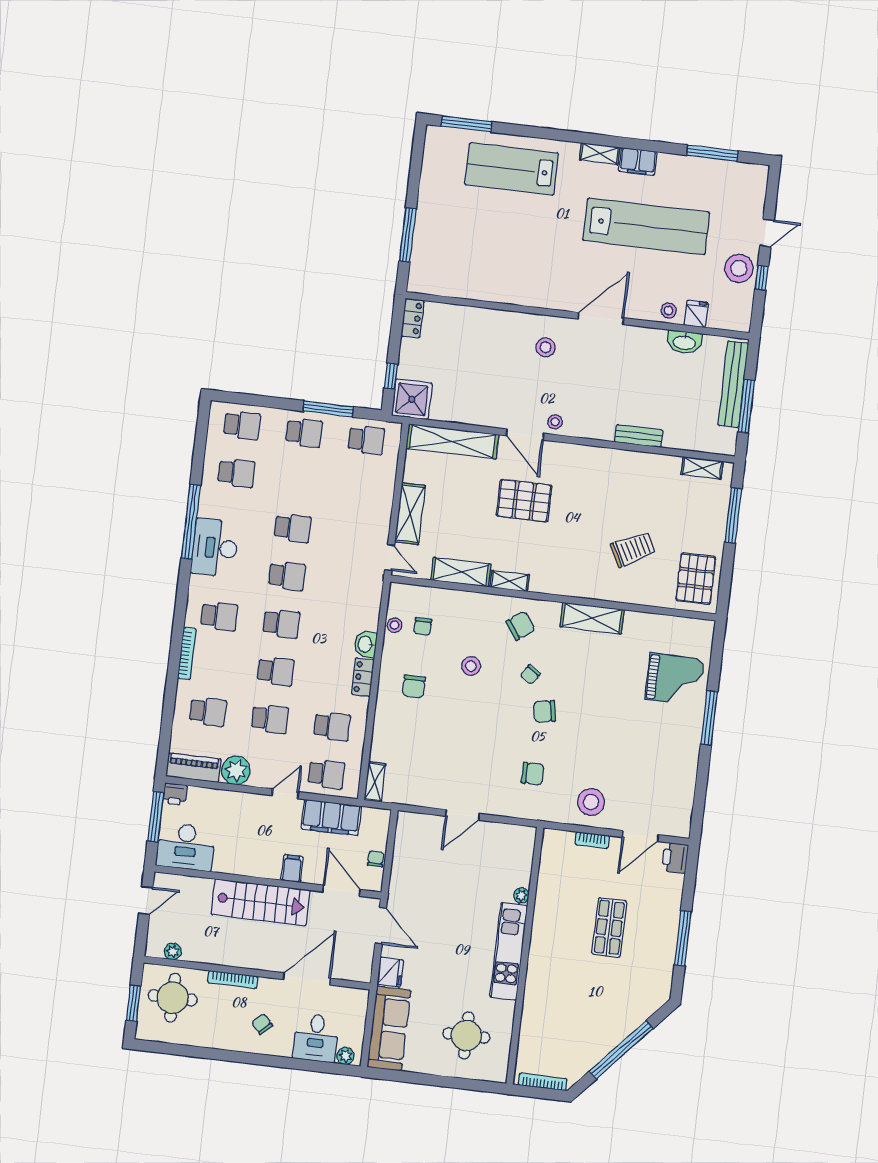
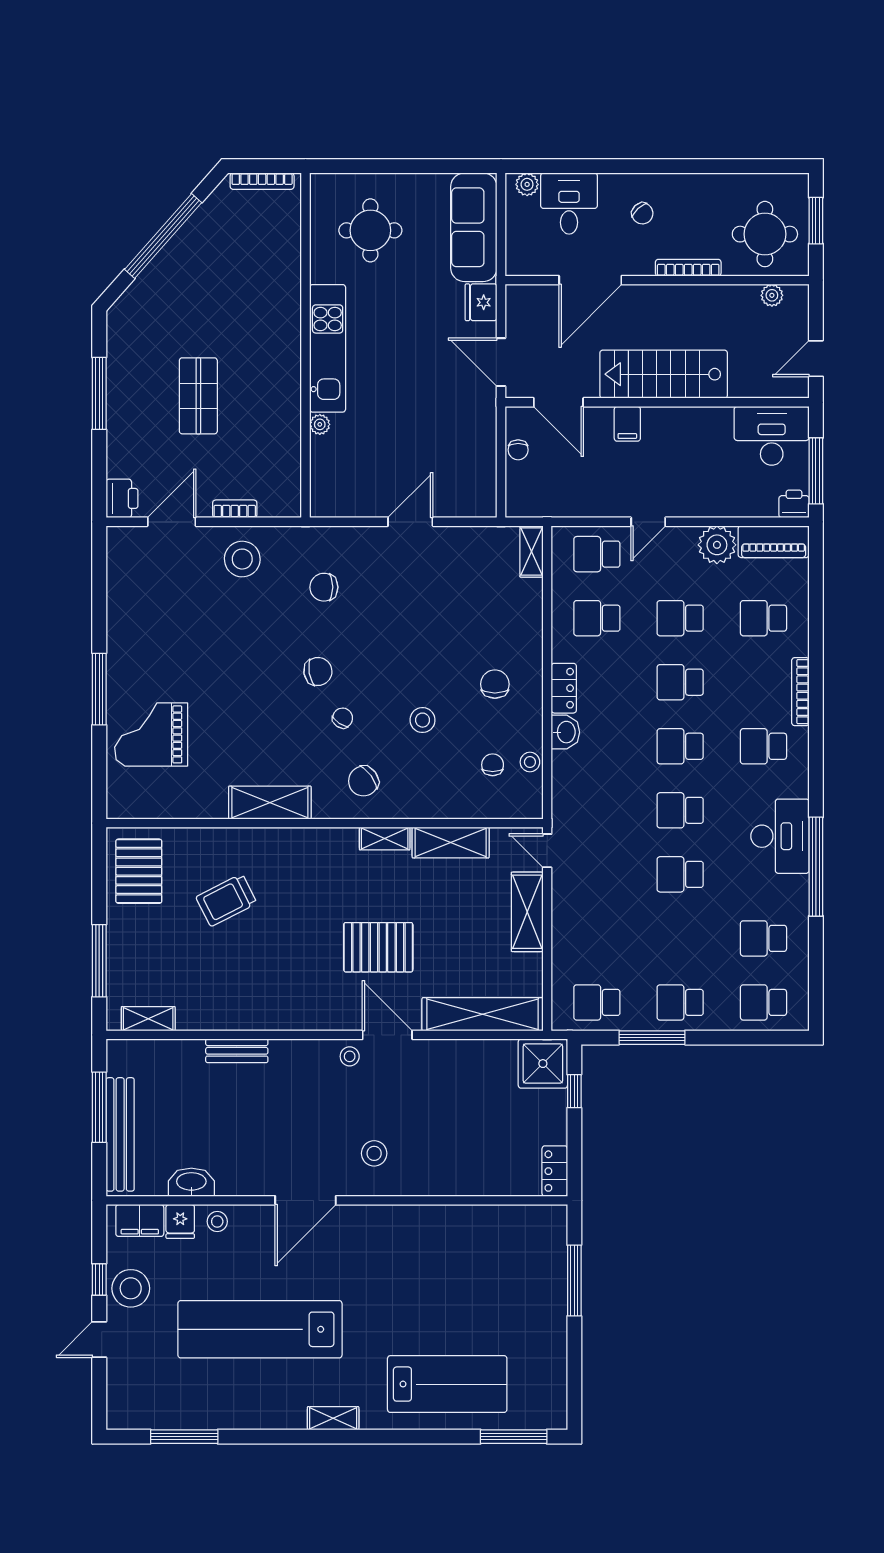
filing cabinet: (638, 162) -> (140, 1220), moved, turned 180
filing cabinet: (331, 817) -> (584, 498), removed

